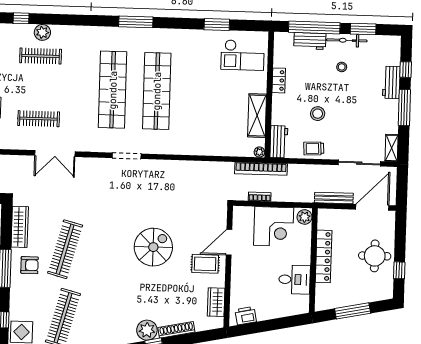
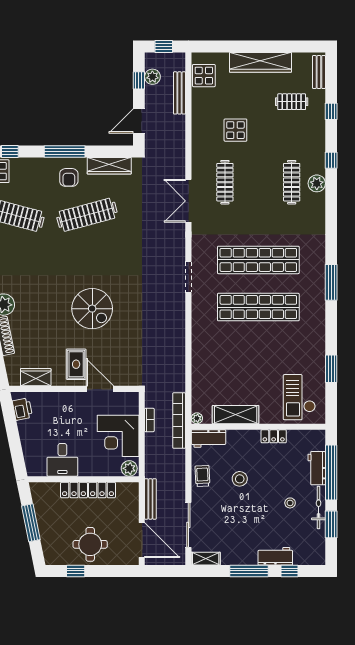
clothes rail: (65, 249) -> (87, 215), turned -30

